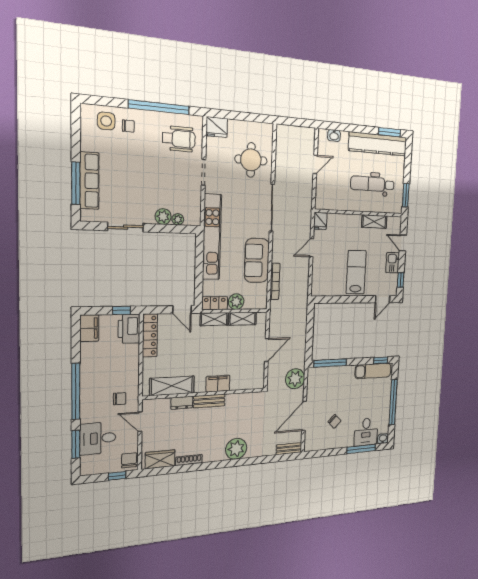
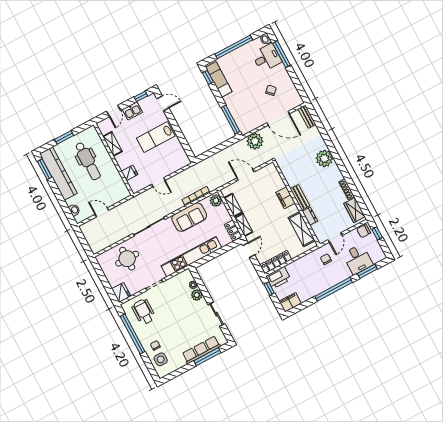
window: (406, 195) -> (64, 137), moved
fridge: (320, 221) -> (130, 173), moved
plant: (236, 302) -> (216, 201), moved

